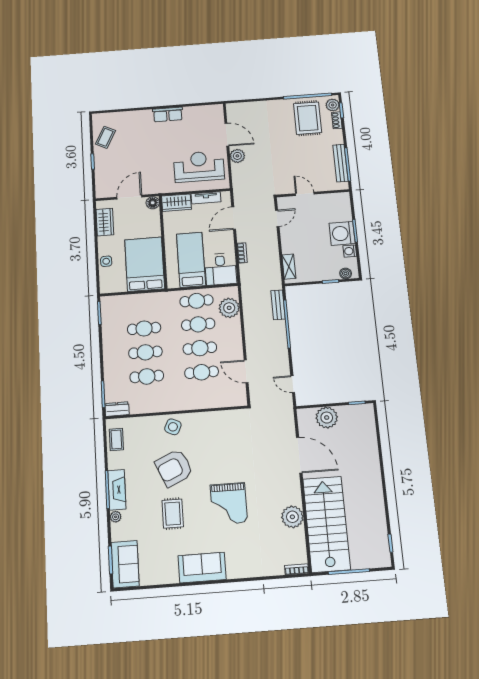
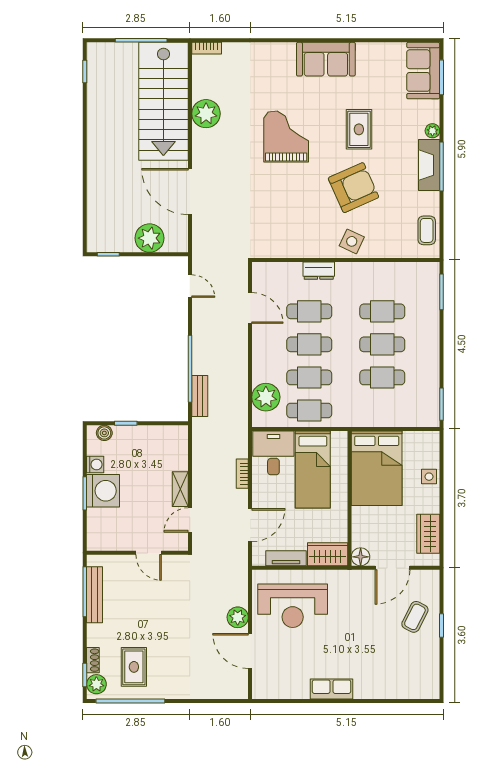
rug: (308, 118) -> (134, 667), width x0.73, depth x0.70
coffee table: (105, 137) -> (415, 617), moved
shelving: (289, 267) -> (180, 489), moved
dresser: (117, 409) -> (319, 271), moved

